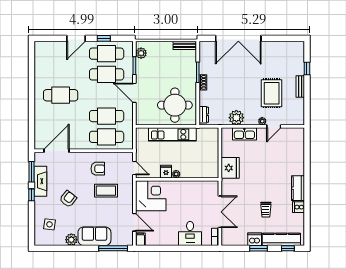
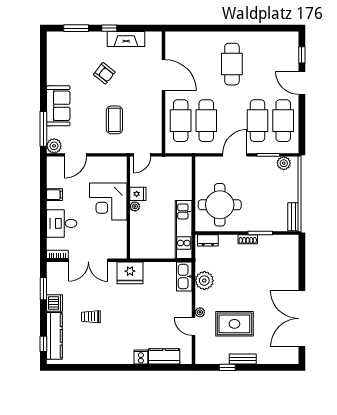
window: (104, 38) -> (302, 55), moved
double door: (238, 38) -> (302, 319), moved
window: (307, 69) -> (227, 367), moved
kitchen unit: (172, 134) -> (184, 230), moved
kitchen sink: (244, 134) -> (184, 276), moved
door: (56, 151) -> (164, 75), moved
fridge: (230, 168) -> (130, 273), moved
armchair: (98, 169) -> (141, 110), removed
window: (31, 172) -> (76, 28), moved
kitchen counter: (298, 188) -> (164, 356), moved
corner desk: (151, 196) -> (108, 201), moved, turned 90
cooker: (298, 207) -> (141, 357), moved
side table: (49, 224) -> (73, 50), removed
filing cabinet: (140, 239) -> (54, 195), moved
plant: (71, 240) -> (54, 146), moved
window: (259, 248) -> (43, 289), moved

